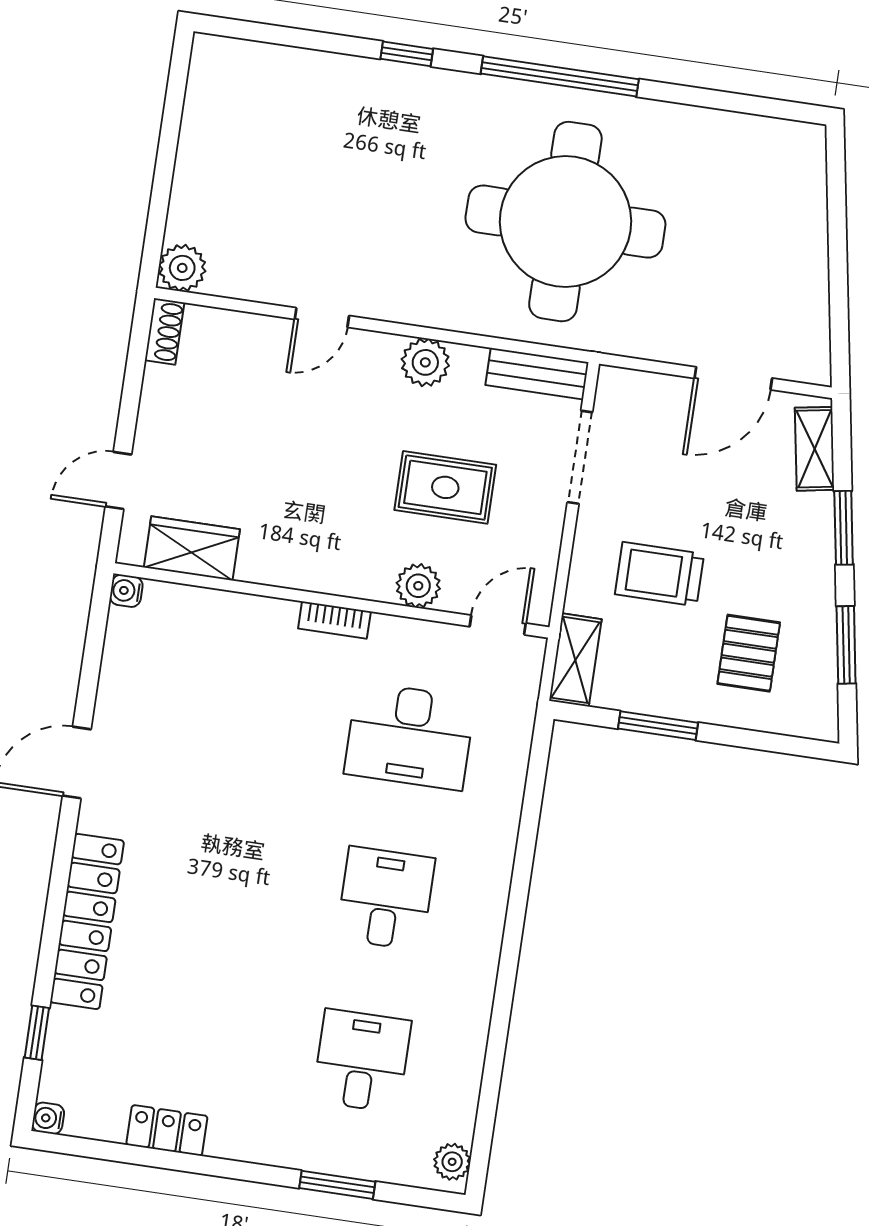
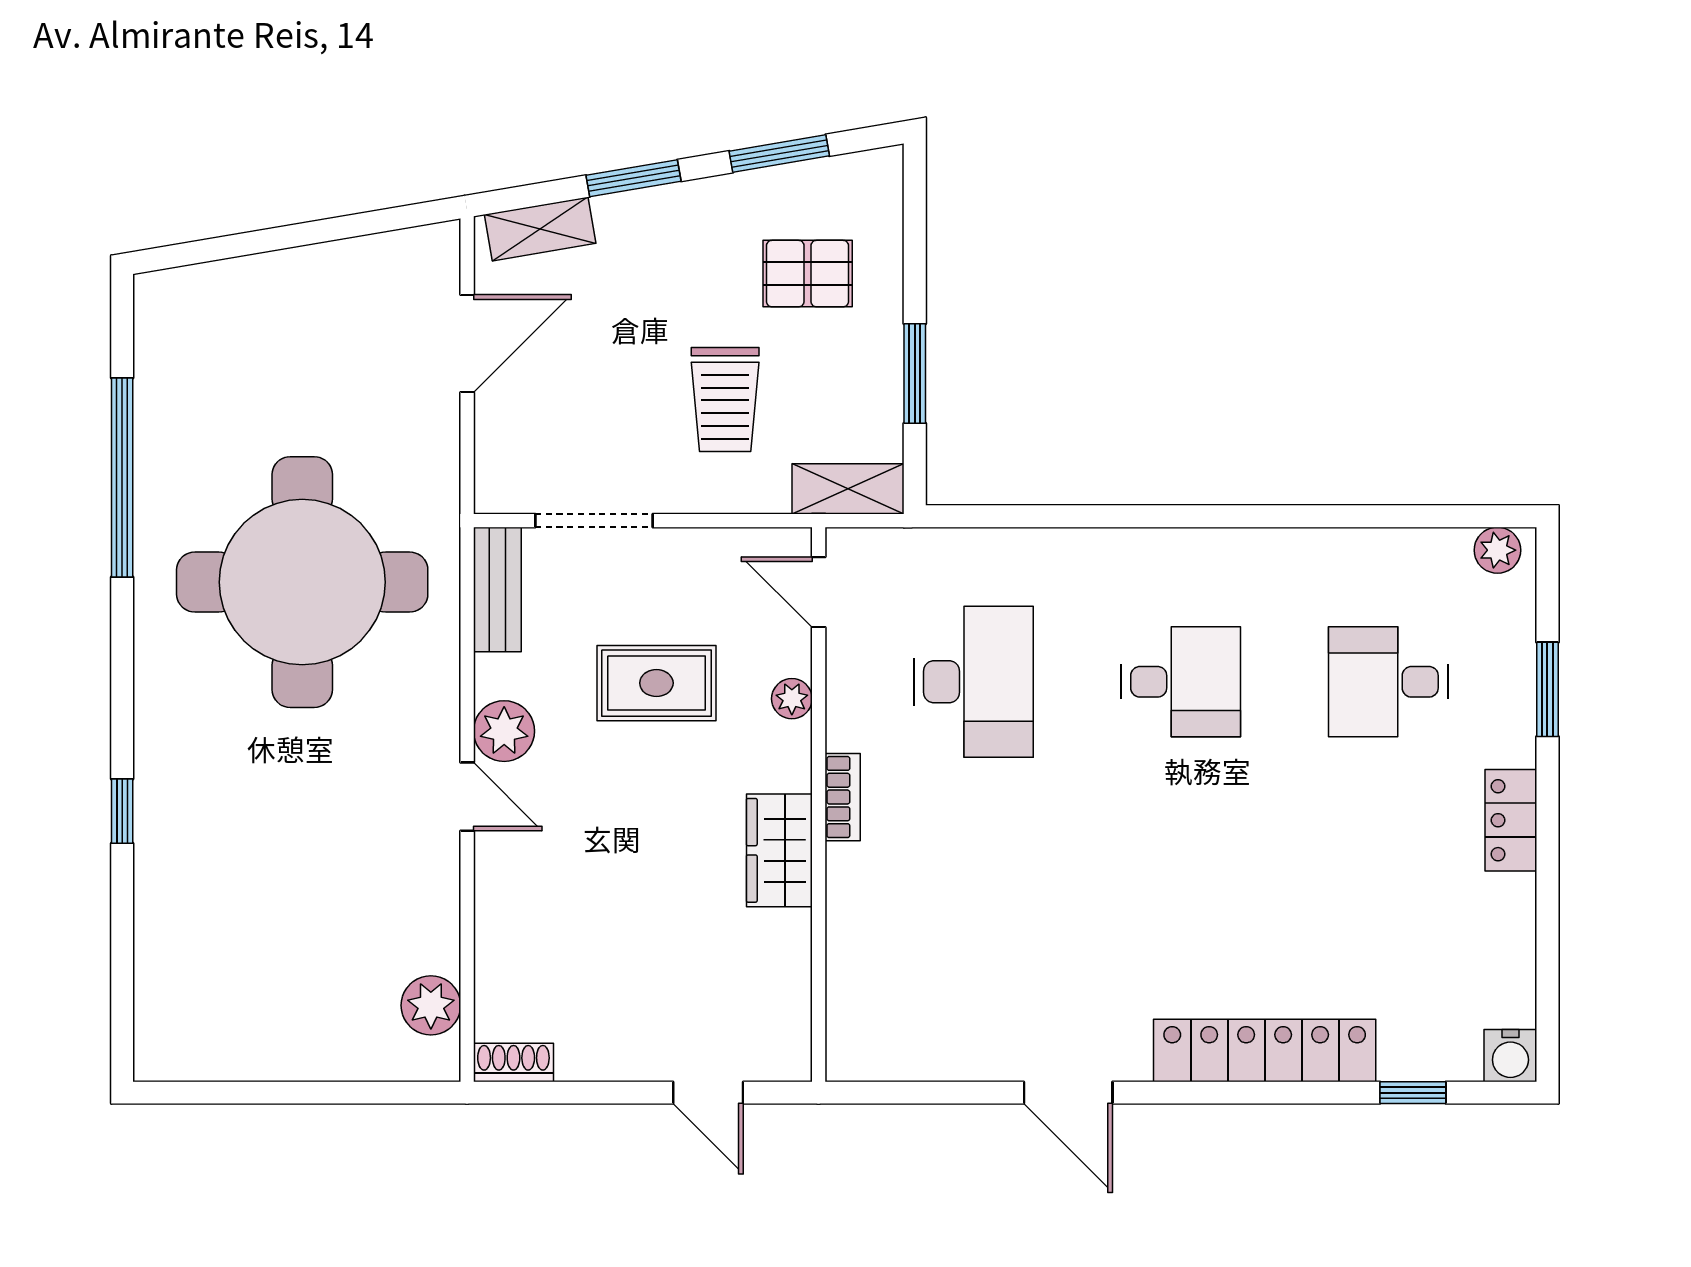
window: (560, 76) -> (122, 477), moved
plant: (182, 268) -> (431, 1005), moved
door: (322, 318) -> (467, 797), moved
door: (733, 378) -> (467, 343), hinge flipped
rug: (445, 487) -> (656, 683), turned 90
wardrobe: (192, 548) -> (779, 850), moved
plant: (418, 586) -> (792, 699), width x0.73, depth x0.73
water cooler: (126, 591) -> (844, 1062), removed
desk: (386, 898) -> (1181, 682), turned 180
water cooler: (48, 1118) -> (1510, 1056), width x1.38, depth x1.38
locker: (167, 1130) -> (1511, 820), moved

